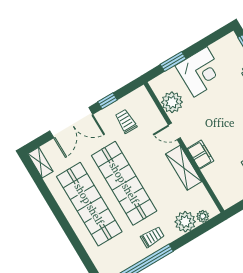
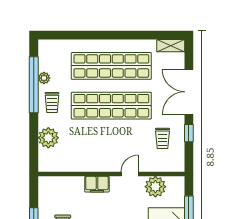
trolley: (126, 121) -> (163, 138), turned 90
shelving: (184, 168) -> (94, 164), removed
plant: (203, 216) -> (44, 78), moved

